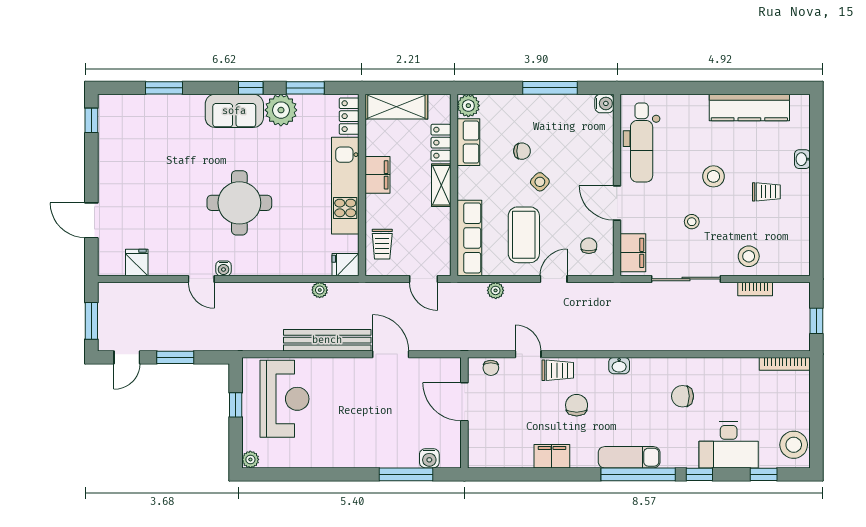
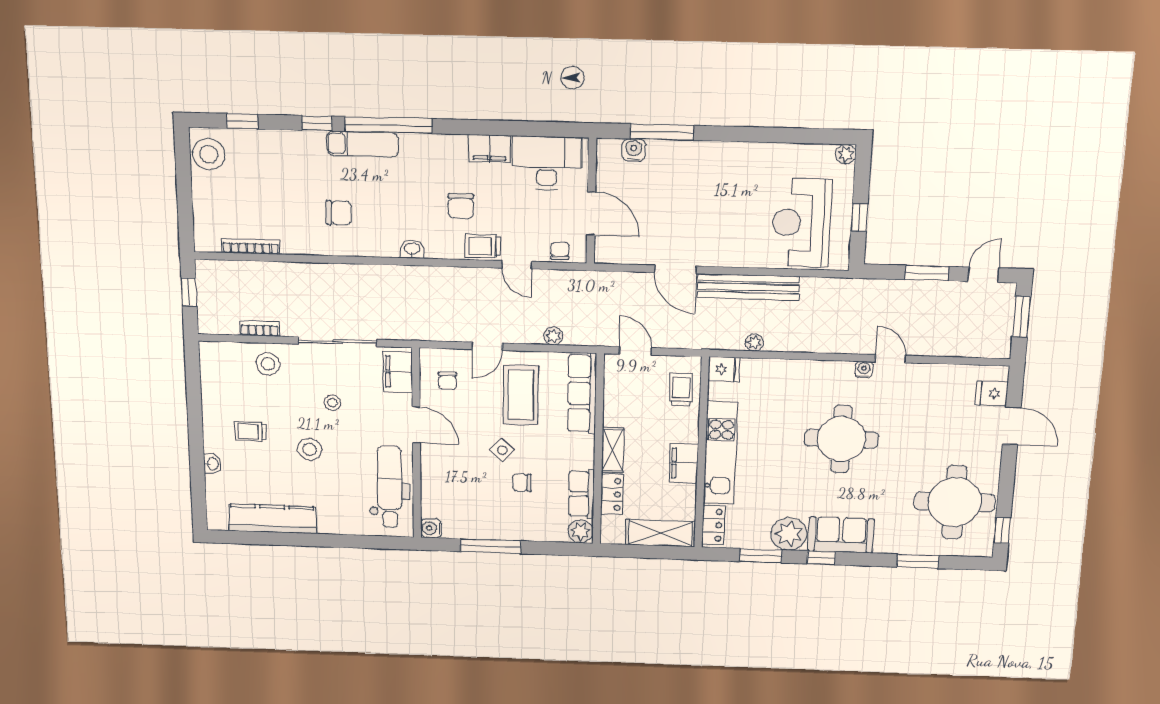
round table: (136, 146) -> (955, 502), added
fridge: (137, 262) -> (992, 393), moved, turned 90
bookcase: (785, 364) -> (251, 246), moved
desk: (729, 445) -> (547, 163), moved
exam couch: (629, 457) -> (362, 144), moved

